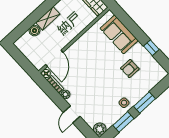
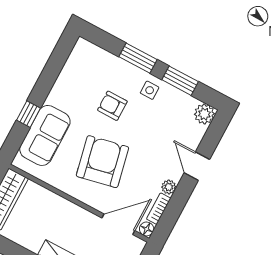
window: (151, 48) -> (28, 114), moved
armchair: (93, 62) -> (102, 162), added
armchair: (130, 69) -> (112, 106), moved, turned 180
door: (72, 114) -> (197, 166), swing flipped

